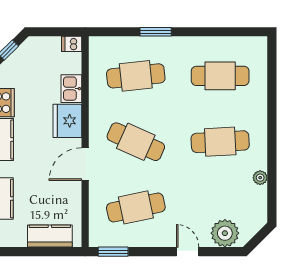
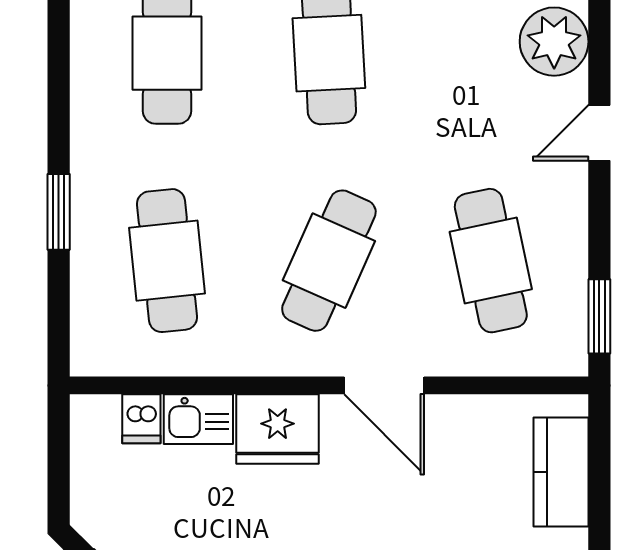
dishwasher: (72, 44) -> (141, 419), moved

